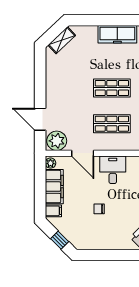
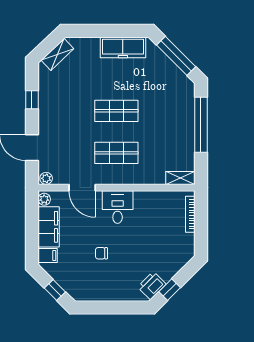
window: (40, 79) -> (32, 100), added
plant: (57, 141) -> (46, 178), width x0.53, depth x0.53

